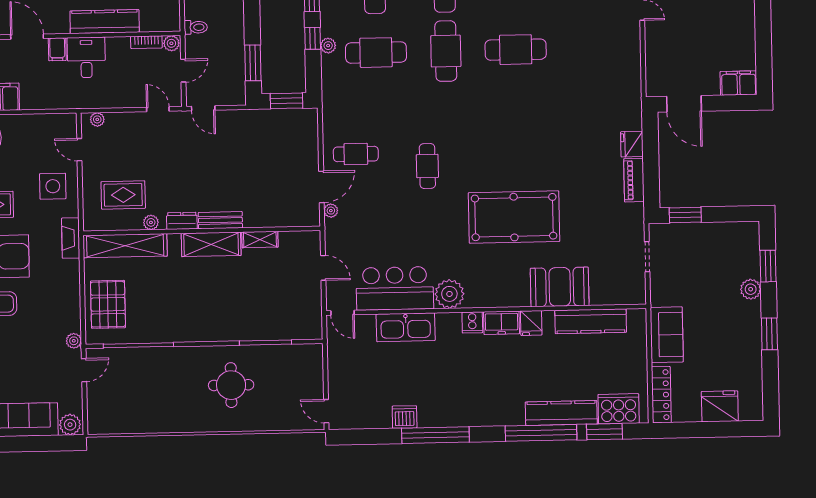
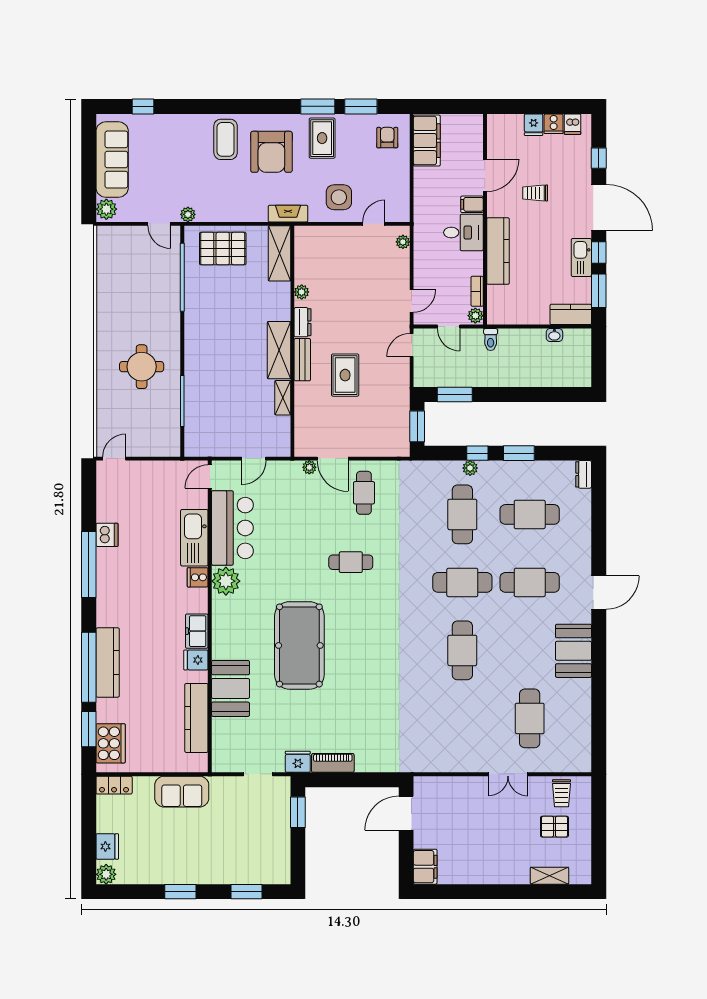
fridge: (632, 144) -> (298, 762), moved
rug: (123, 195) -> (345, 375), moved
shelving: (125, 246) -> (279, 253), width x0.68
plant: (751, 289) -> (106, 874), moved
cooker: (472, 322) -> (198, 577), moved
locker: (661, 395) -> (114, 785), width x0.66
fridge: (720, 406) -> (107, 846), width x0.73, depth x0.75
kitchen counter: (561, 413) -> (108, 662), moved

